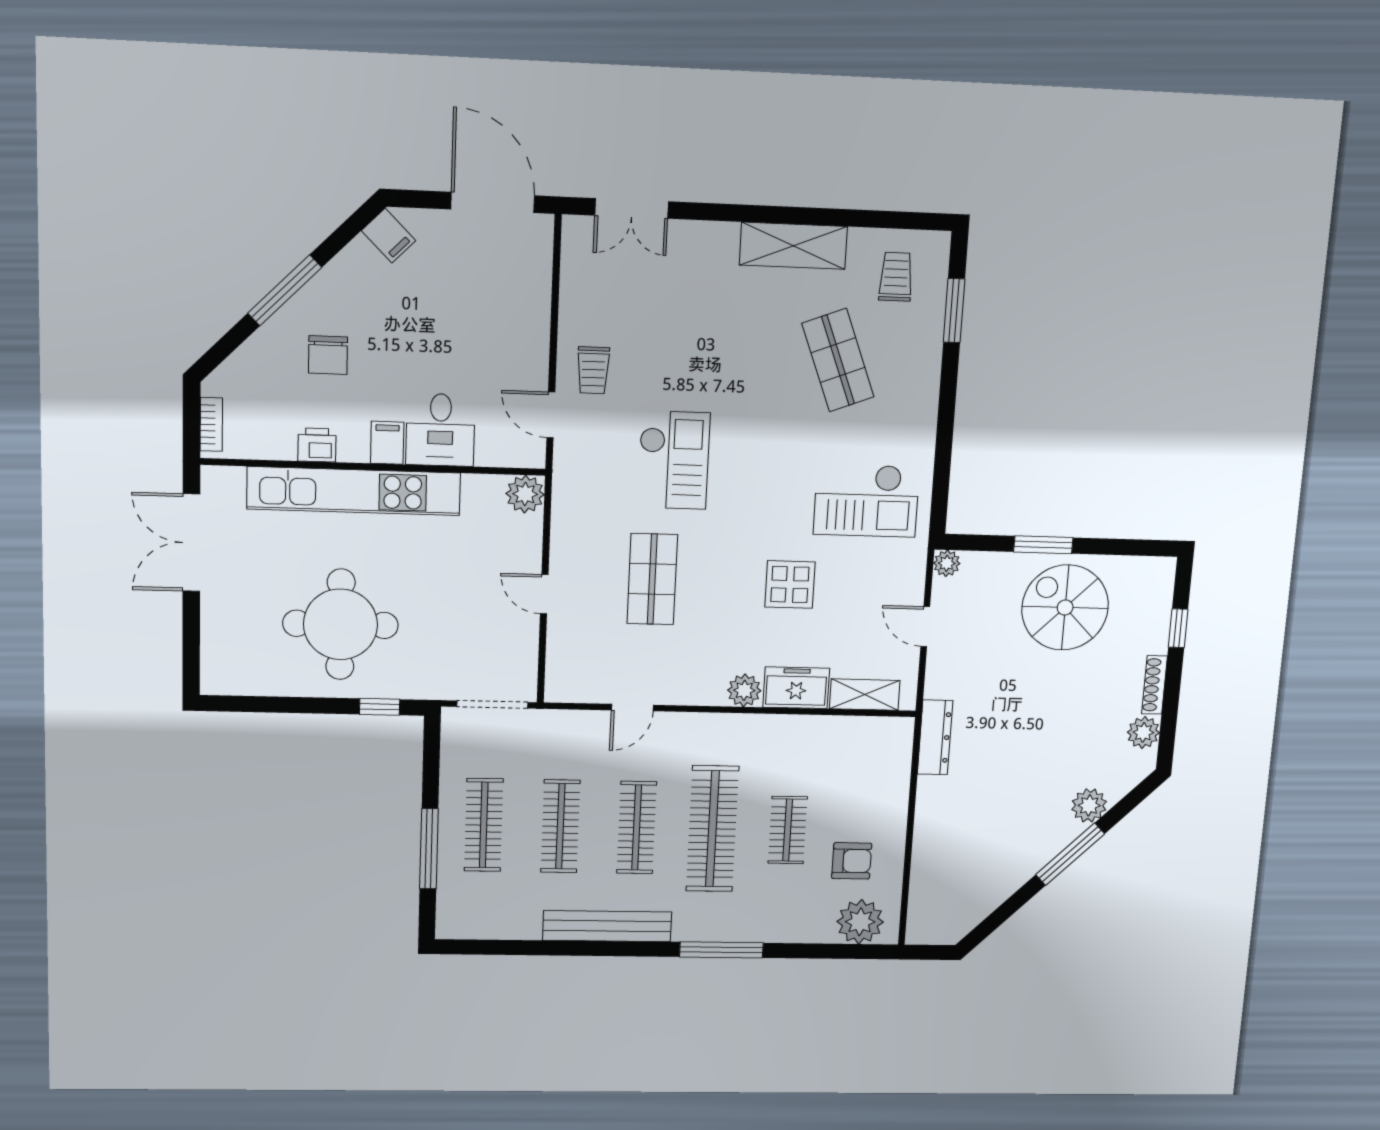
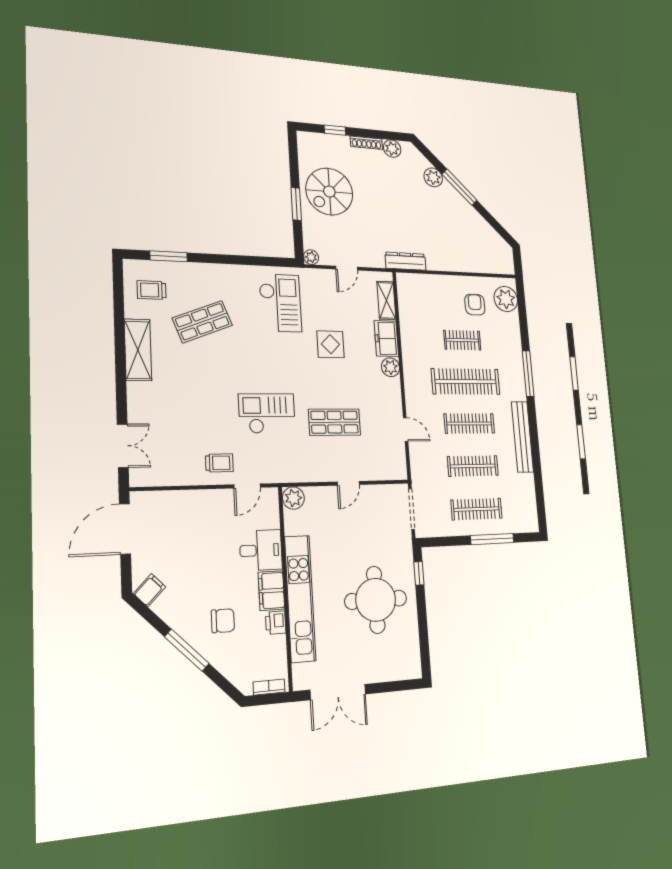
filing cabinet: (387, 443) -> (271, 591), width x2.00

